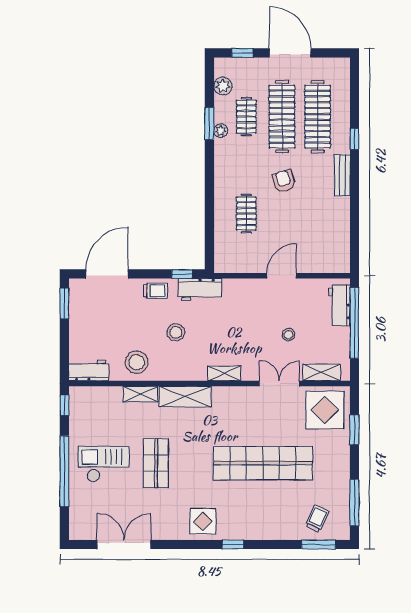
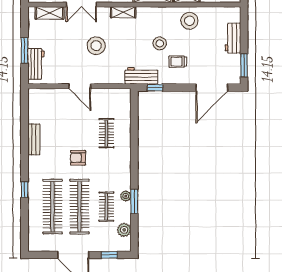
bench: (342, 175) -> (34, 139), moved
armchair: (284, 181) -> (78, 158), turned 106
door: (282, 276) -> (80, 86), hinge flipped
trolley: (155, 291) -> (178, 62), moved
window: (354, 323) -> (25, 50), width x0.47
stool: (288, 335) -> (96, 46), moved, width x1.89, depth x1.89
workbench: (89, 371) -> (233, 38), moved, turned 90

